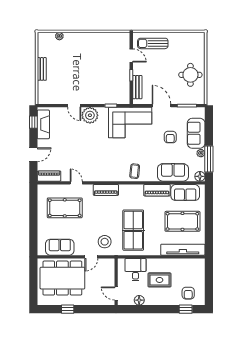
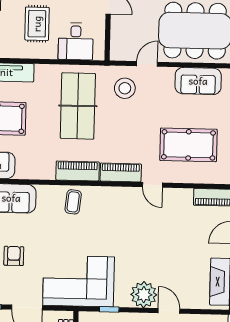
door: (76, 183) -> (152, 185), moved
piano: (157, 190) -> (78, 171), moved
rug: (160, 280) -> (37, 24), turned 90

